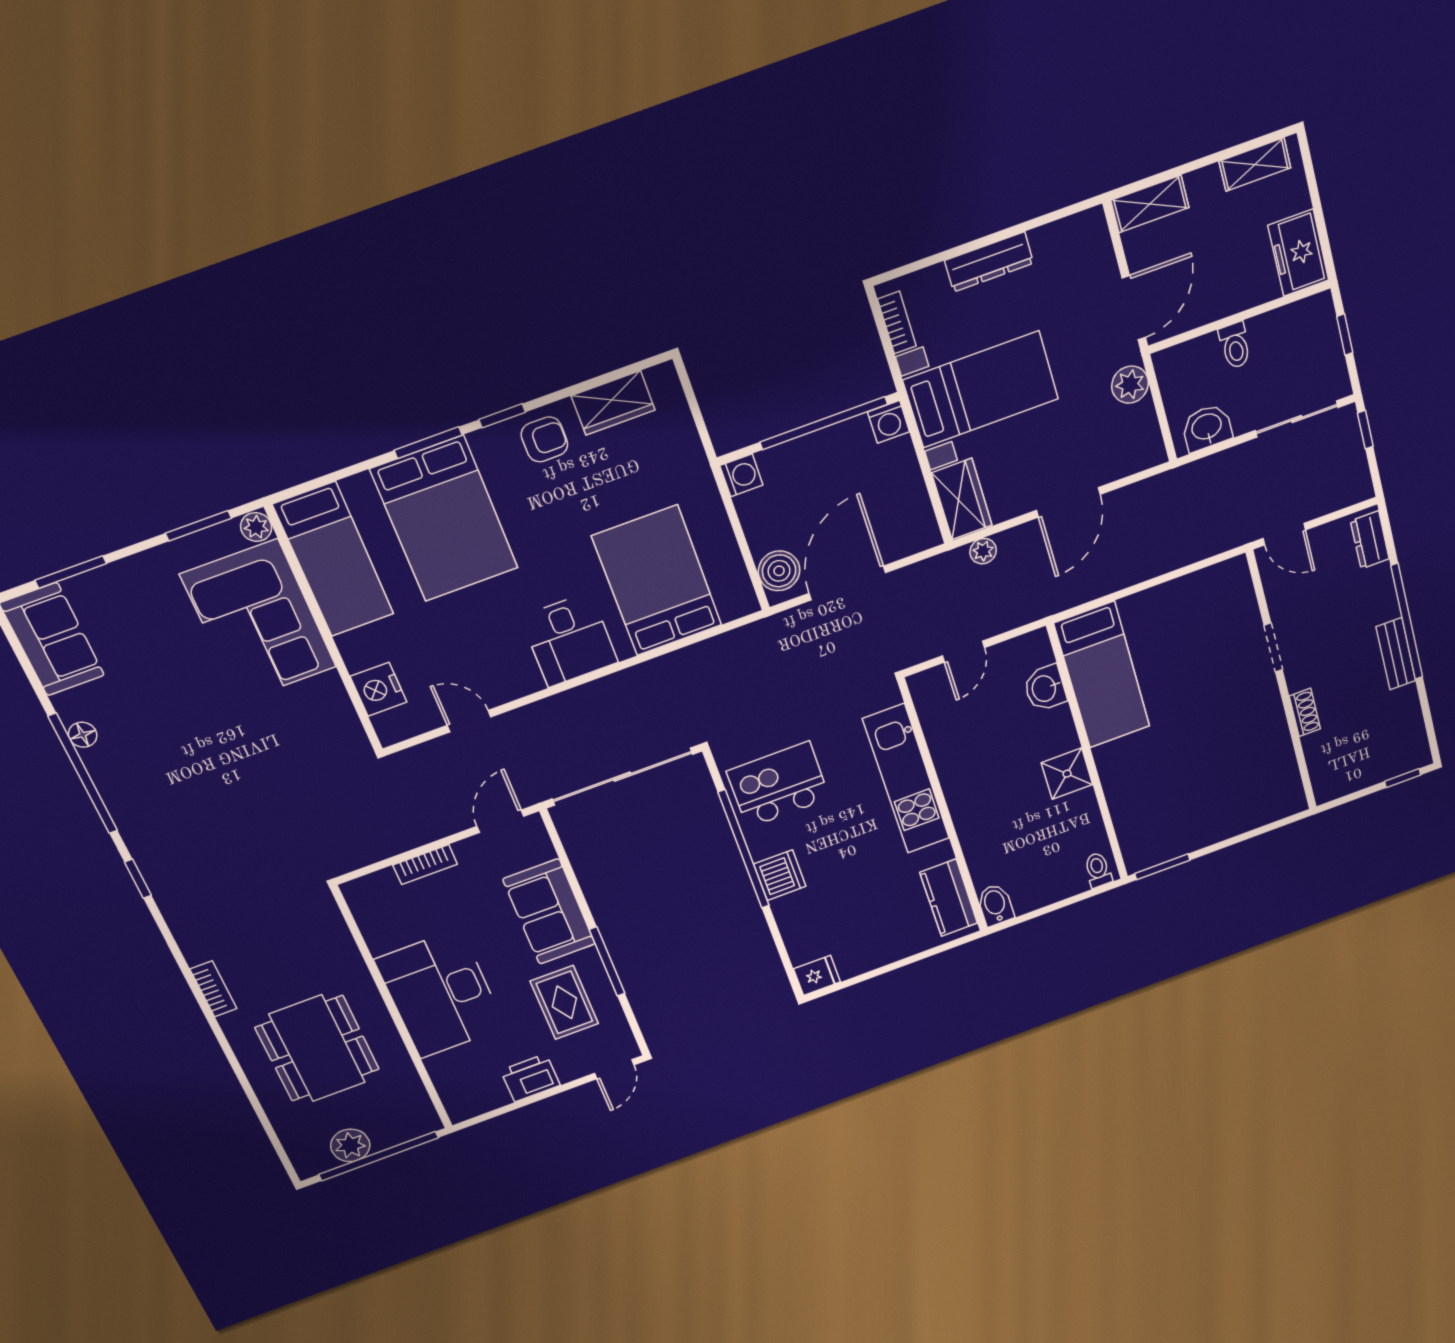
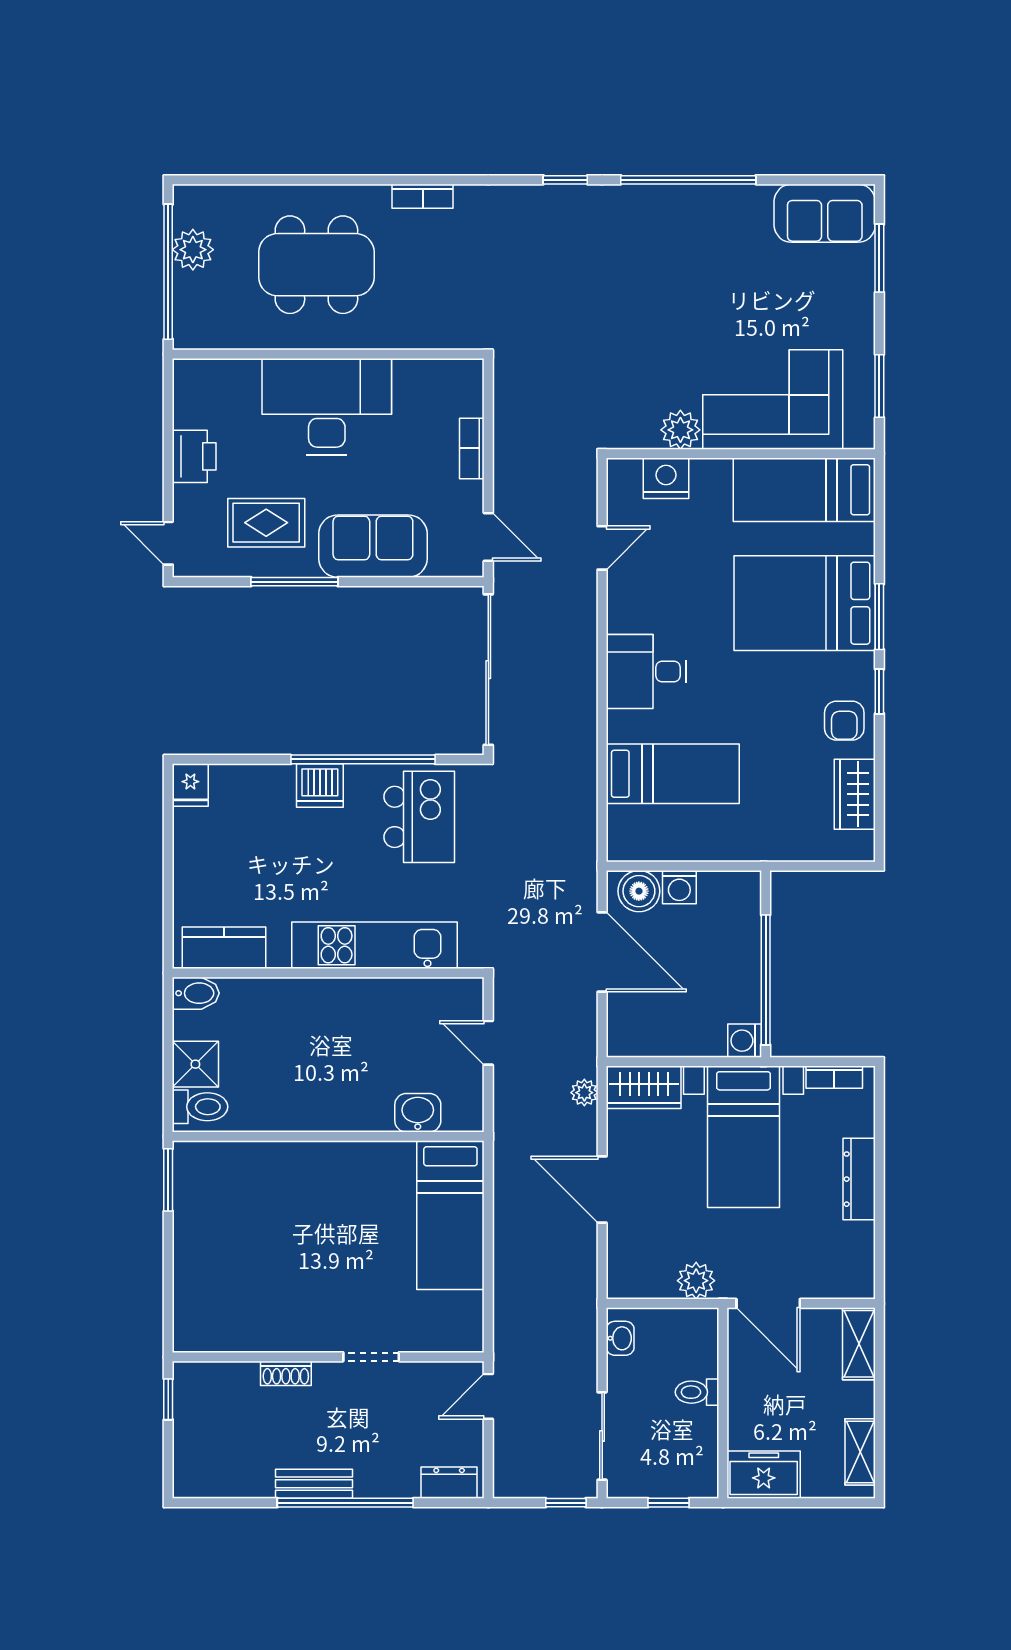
washbasin: (1207, 428) -> (620, 1338), width x0.72, depth x0.69
washing machine: (741, 475) -> (679, 887), moved
plant: (256, 527) -> (680, 430), moved, width x1.38, depth x1.38
bed: (657, 581) -> (673, 774), width x0.67
bed: (1102, 675) -> (450, 1215), moved, turned -90
floor lamp: (83, 735) -> (726, 197), removed
shower: (1067, 774) -> (195, 1064), moved
window: (1403, 778) -> (168, 1399), moved
toilet: (1098, 870) -> (200, 1107), width x1.37, depth x1.39

